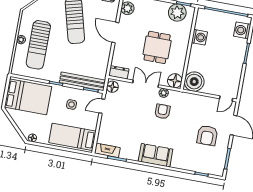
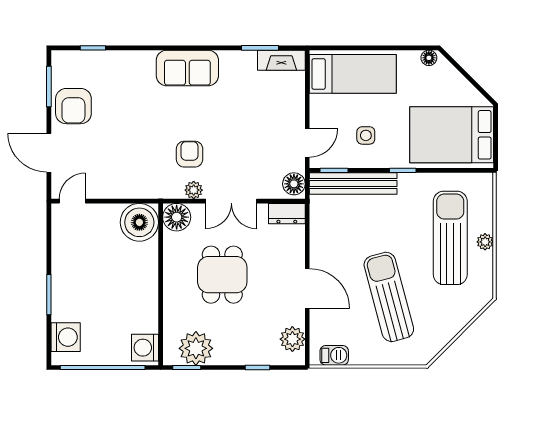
washing machine: (199, 37) -> (145, 348), moved
armchair: (162, 111) -> (190, 154), turned 180
armchair: (207, 135) -> (73, 106), moved, turned 180

